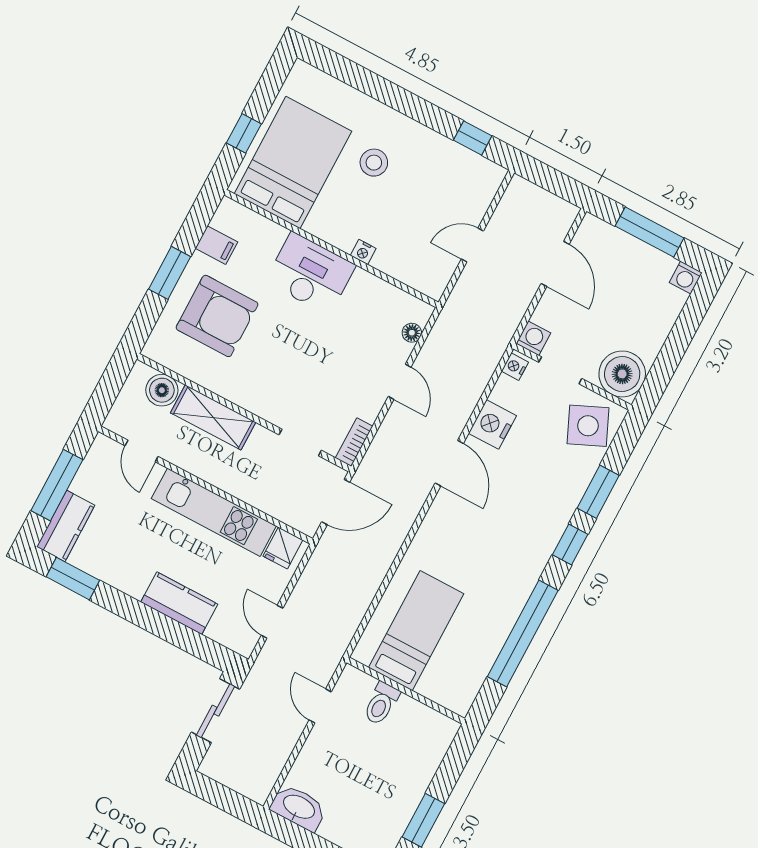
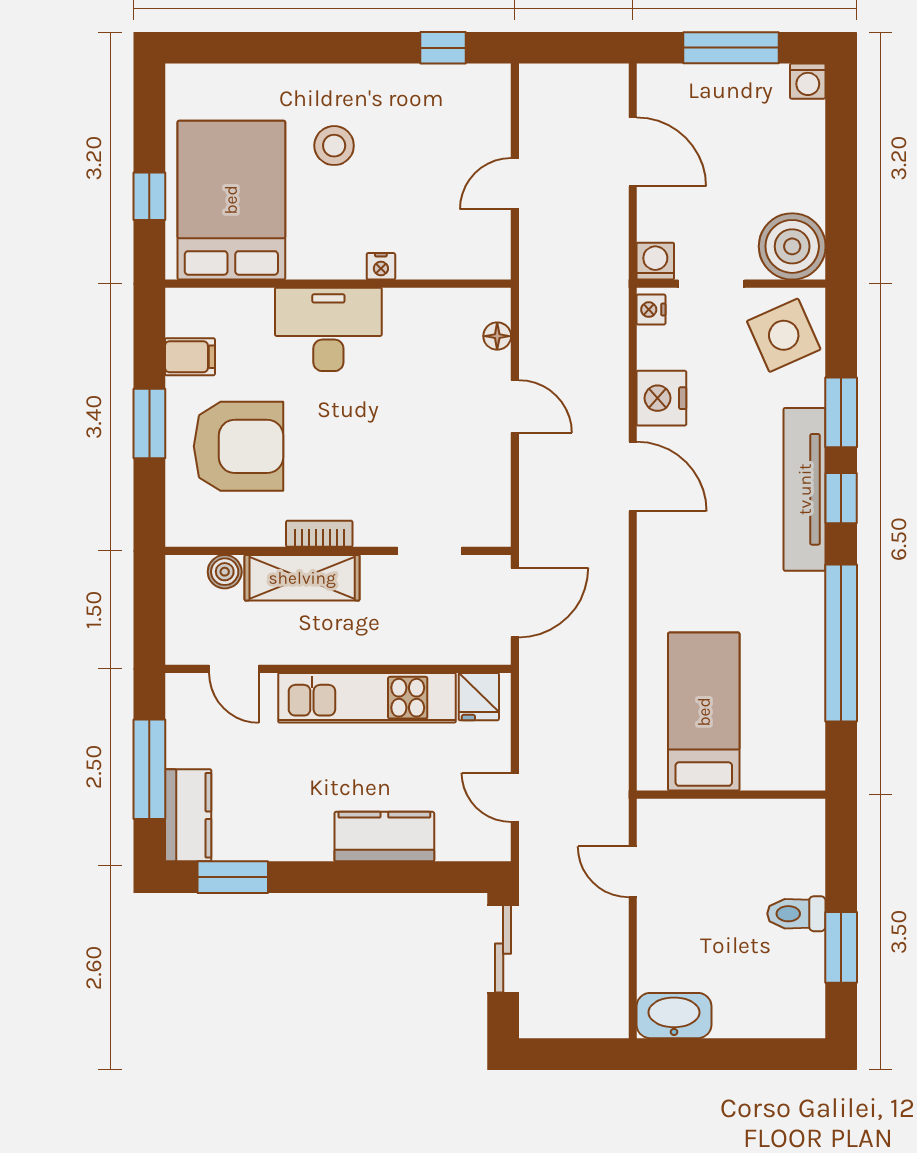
boiler: (162, 390) -> (225, 572), width x0.73, depth x0.73
bookcase: (354, 442) -> (319, 534), moved, turned 90
tv unit: (550, 527) -> (805, 489), added
toilet: (381, 703) -> (796, 914), moved, turned 90

